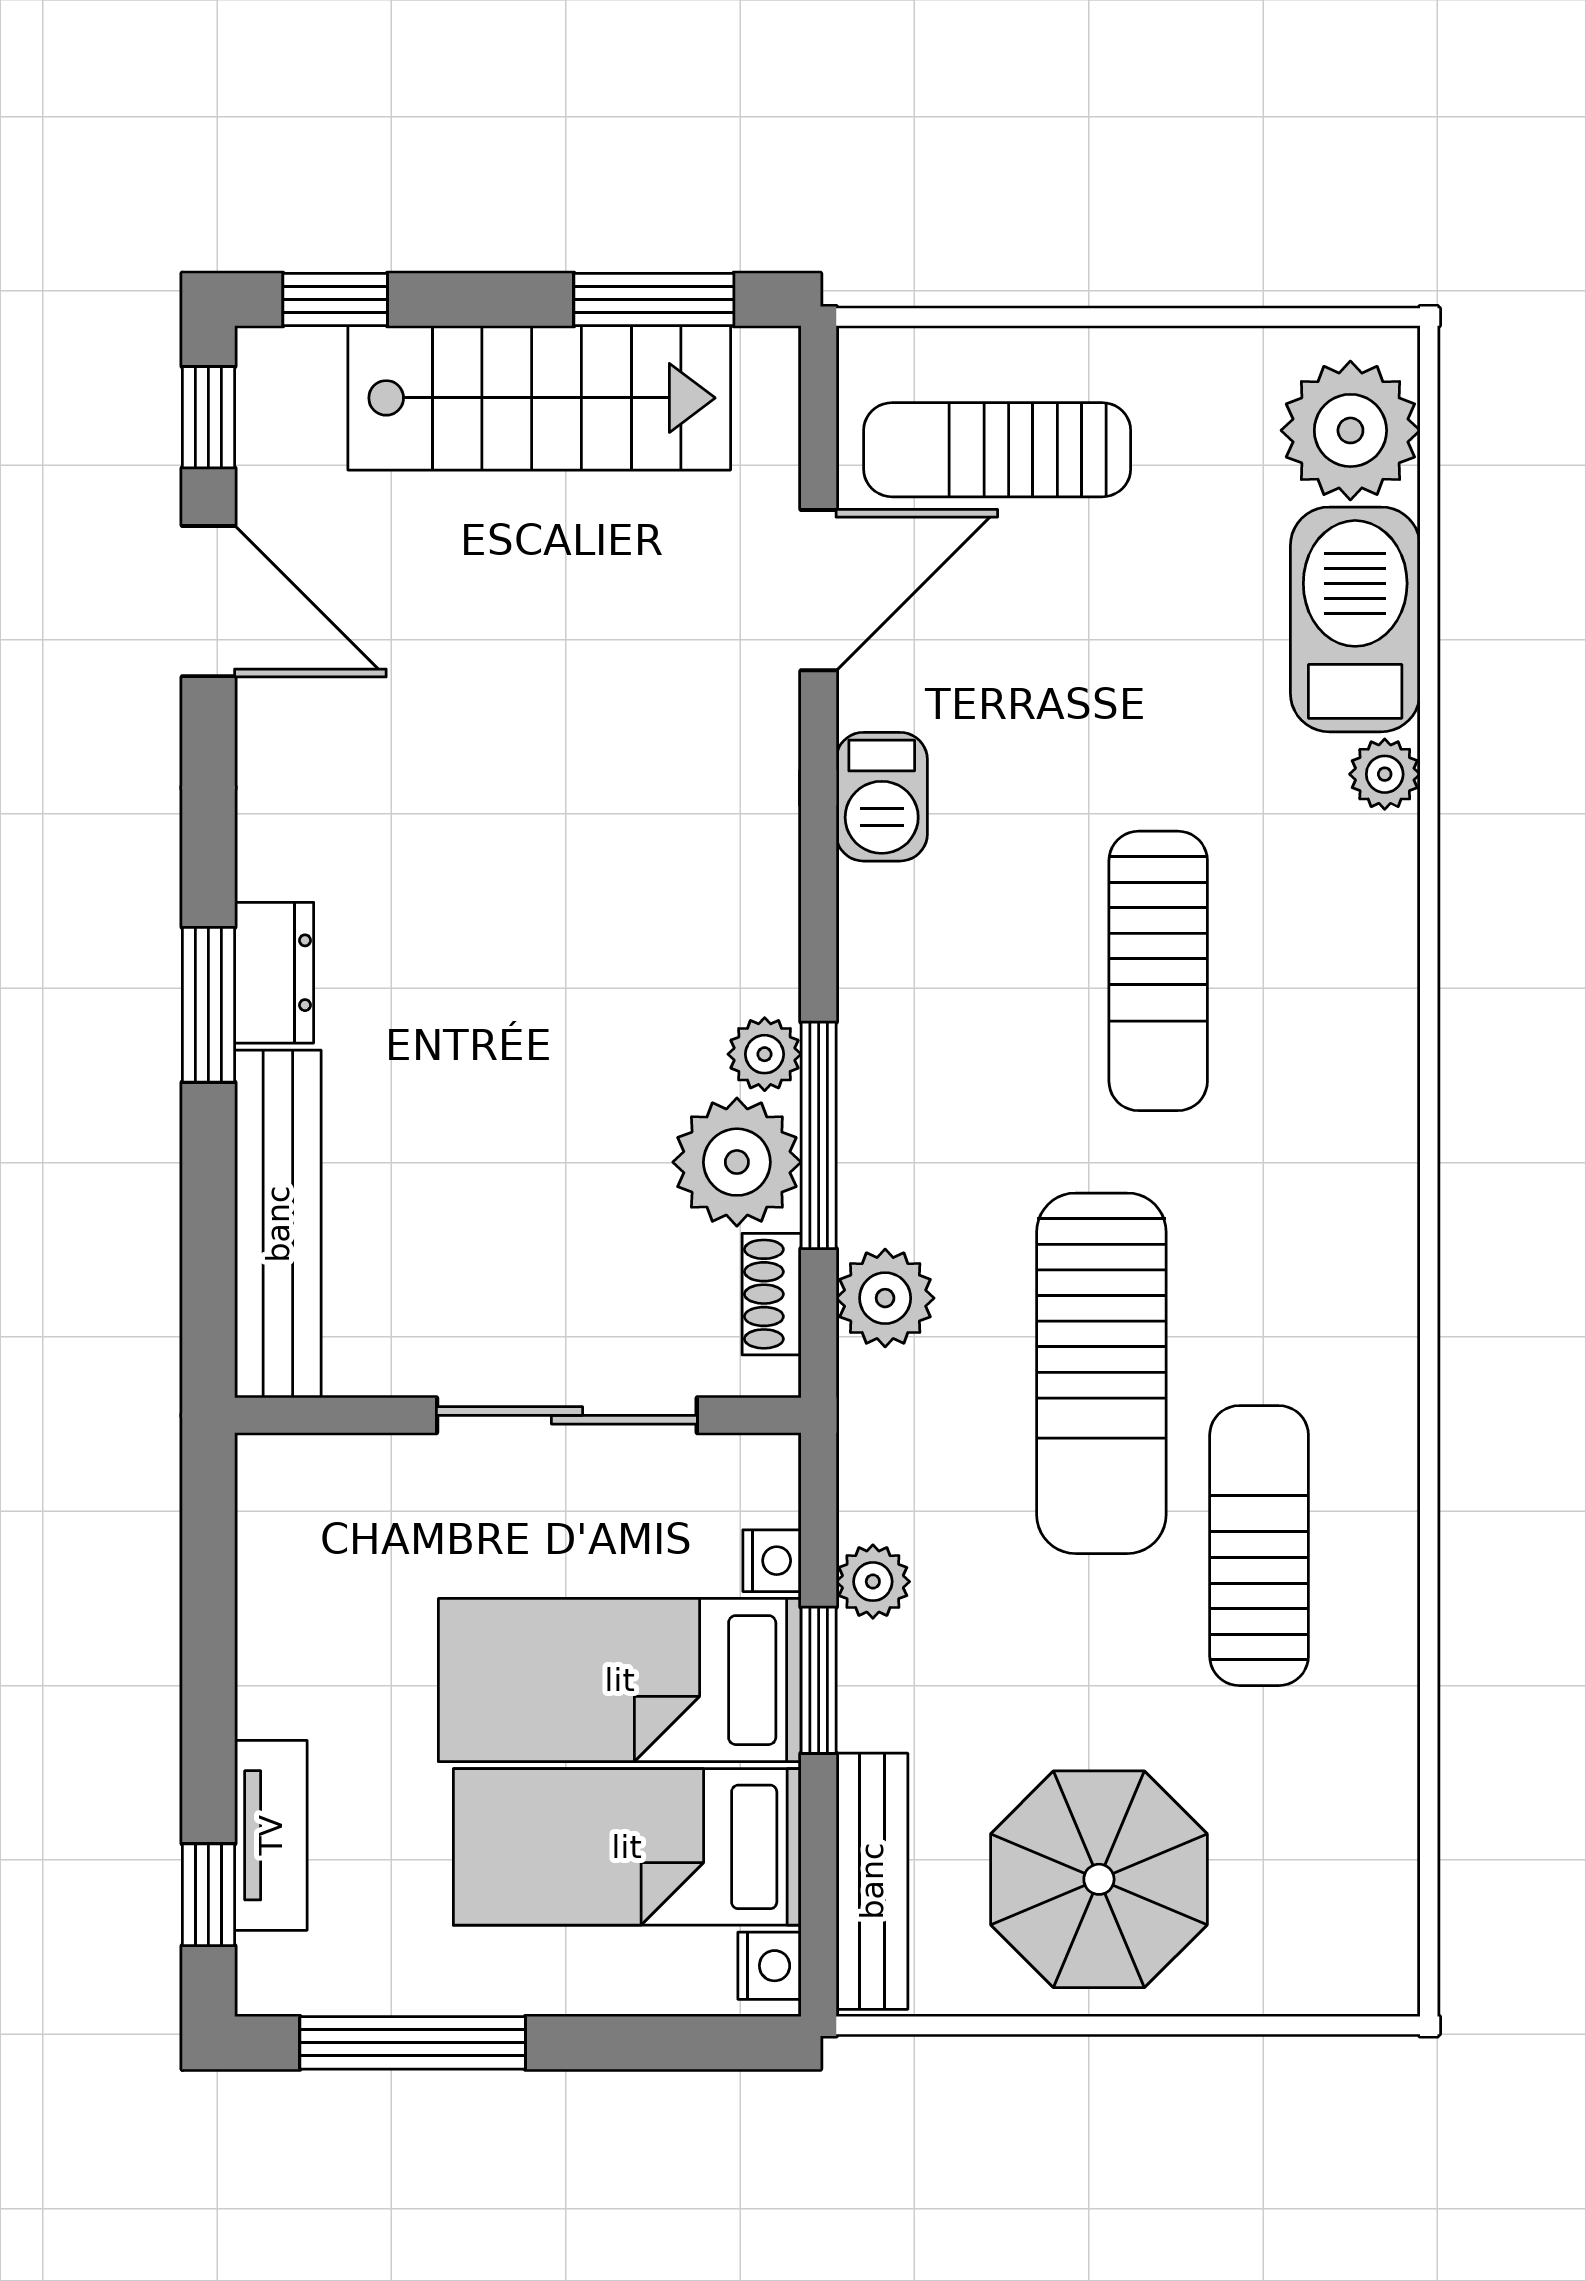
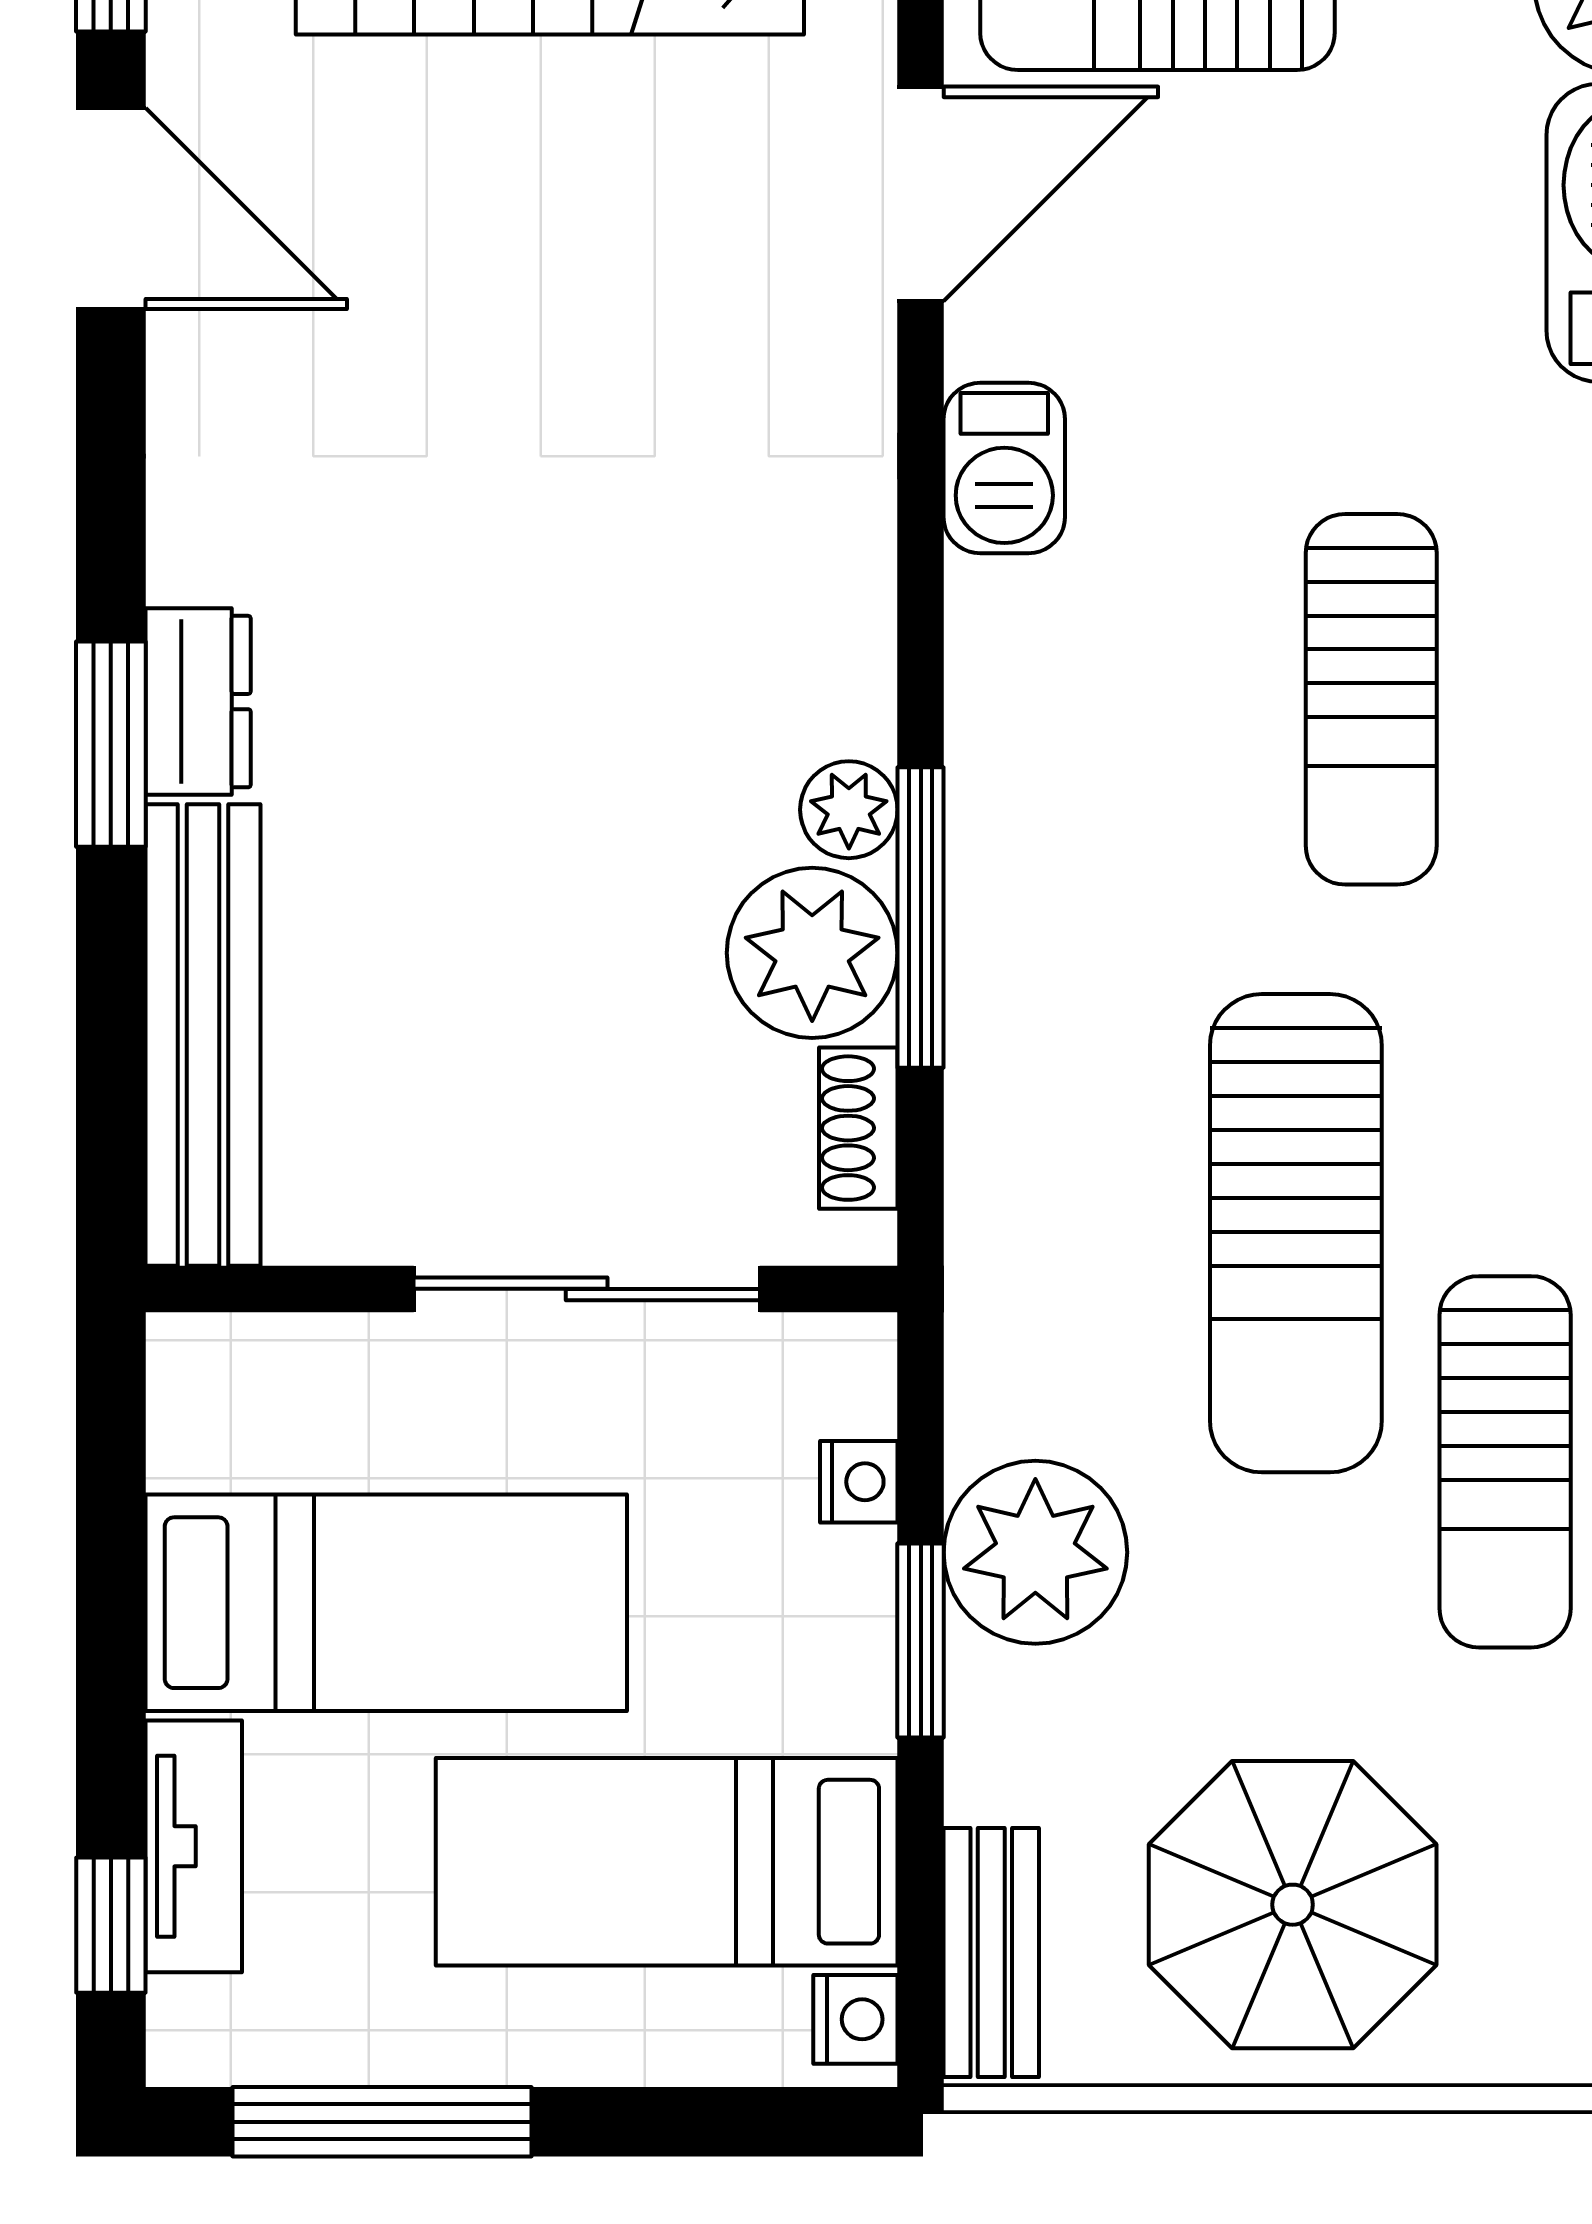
plant: (885, 1298) -> (1009, 1133), removed
sun lounger: (1259, 1546) -> (1505, 1462), turned 180
plant: (873, 1582) -> (1035, 1552), width x1.88, depth x1.88
bed: (620, 1680) -> (386, 1603), moved, turned 180
bench: (872, 1881) -> (991, 1953), width x0.73

